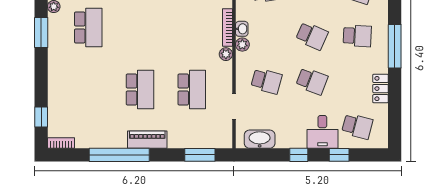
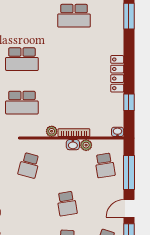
school desk: (312, 36) -> (67, 204), turned -33
plant: (242, 45) -> (86, 145), moved
school desk: (312, 81) -> (29, 204), removed

